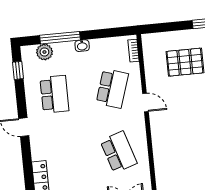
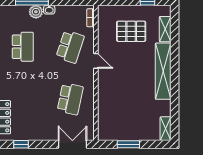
plant: (44, 52) -> (36, 12), moved
school desk: (119, 152) -> (70, 99), turned 30

